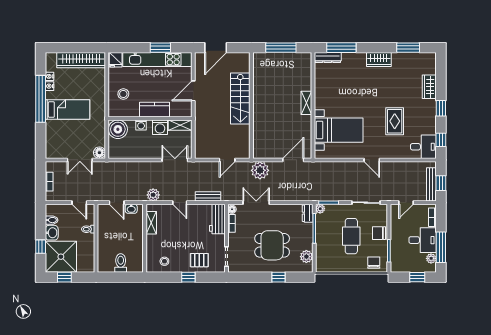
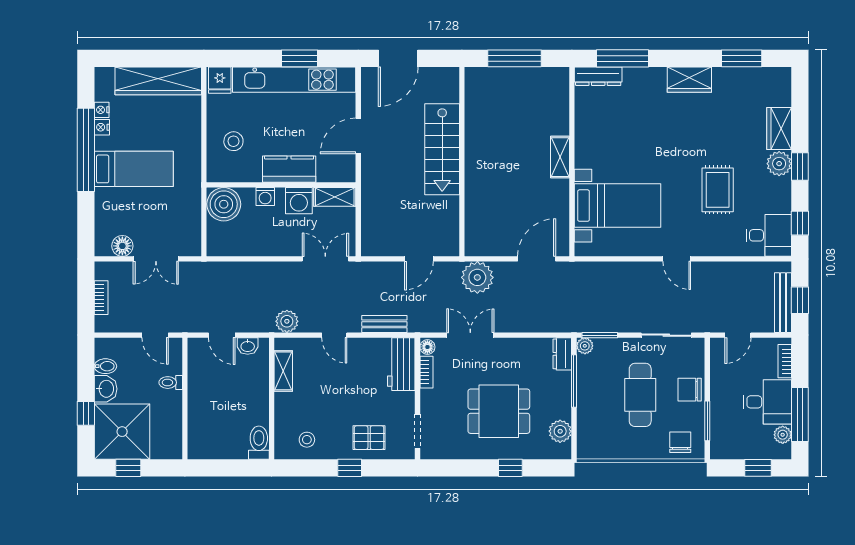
plant: (429, 106) -> (779, 164), added
floor lamp: (99, 153) -> (122, 246), moved
toilet: (121, 263) -> (259, 443), moved

